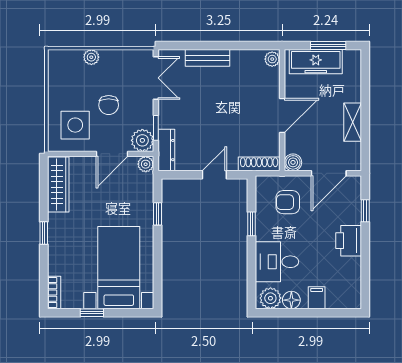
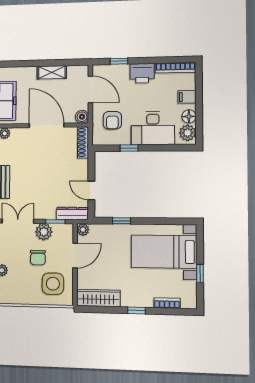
chair: (109, 105) -> (38, 258), turned 90
door: (282, 115) -> (47, 125), width x1.36
plant: (142, 140) -> (44, 232), moved
door: (112, 154) -> (75, 256), hinge flipped
door: (214, 175) -> (91, 191), moved
desk: (277, 262) -> (153, 128), width x1.37
bookcase: (355, 283) -> (175, 68), added
bookcase: (54, 293) -> (167, 303), moved

